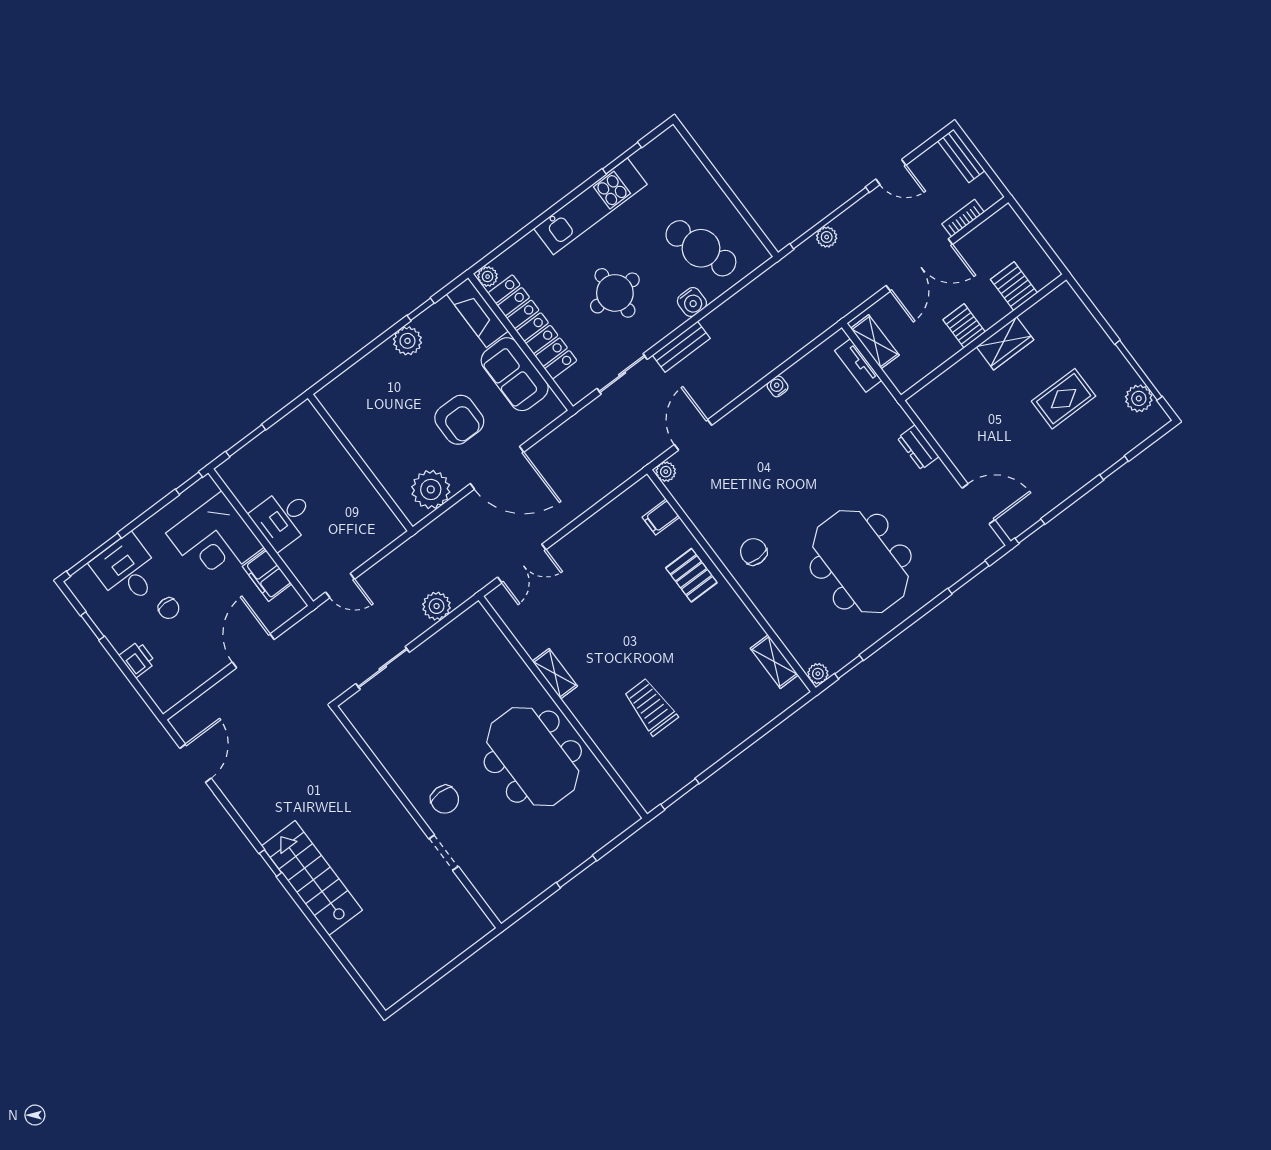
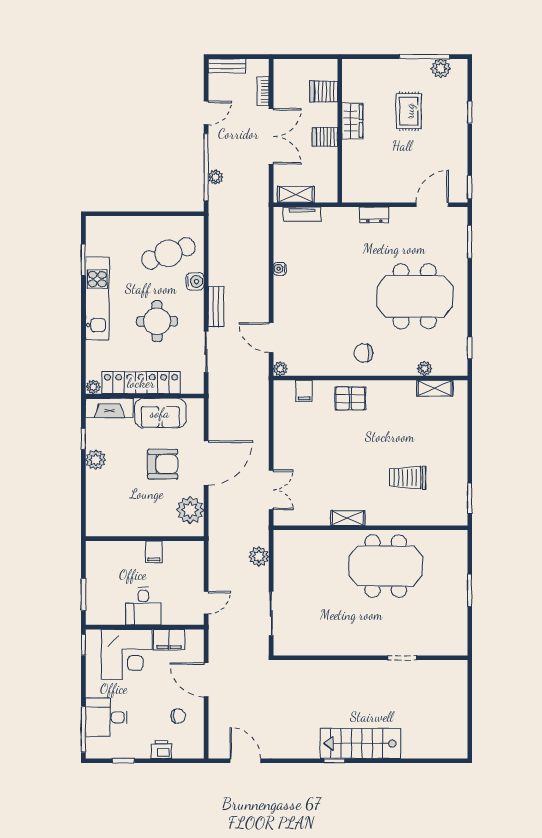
filing cabinet: (353, 484) -> (154, 552), added
chair: (169, 608) -> (178, 716), moved
plant: (818, 674) -> (425, 368), moved
chair: (445, 799) -> (372, 634), removed

